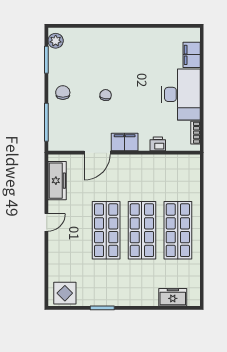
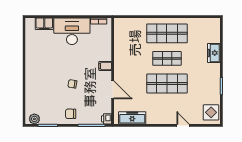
filing cabinet: (125, 142) -> (105, 66), width x0.50
printer: (158, 144) -> (107, 119), moved
door: (46, 222) -> (183, 125), moved
shop shelf: (142, 230) -> (167, 58), width x0.70, depth x0.74
freezer: (173, 297) -> (214, 53), moved

